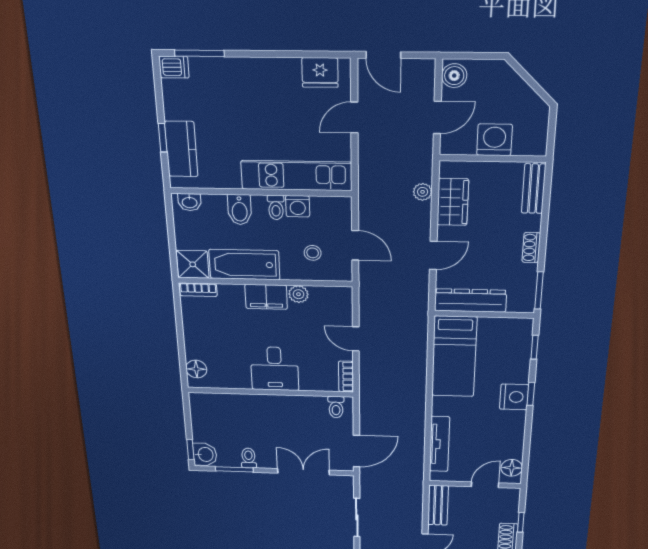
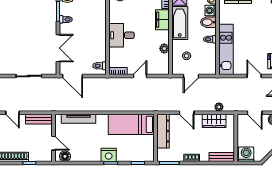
washing machine: (494, 140) -> (246, 154), moved, turned -90
washing machine: (298, 206) -> (211, 11), moved
filing cabinet: (266, 297) -> (162, 20), moved

